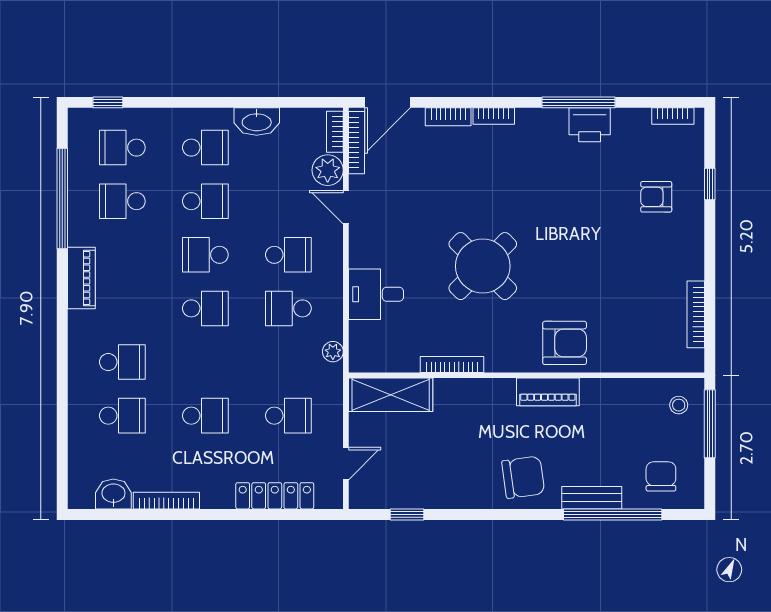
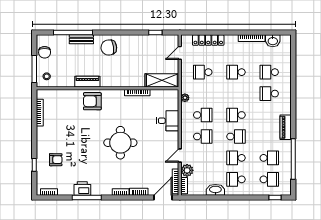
door: (346, 207) -> (180, 156), swing flipped
school desk: (288, 255) -> (203, 136), turned 180
round table: (483, 266) -> (120, 143), moved, turned 45
piano: (548, 392) -> (87, 82), moved
chair: (661, 476) -> (45, 52), moved

